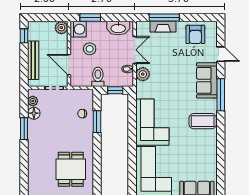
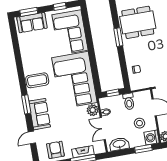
door: (221, 54) -> (32, 138), hinge flipped
window: (221, 95) -> (26, 104), width x0.69
window: (97, 122) -> (118, 37), moved
corner sofa: (152, 122) -> (74, 80), width x1.36, depth x1.36
dining table: (71, 169) -> (138, 22), width x1.38

